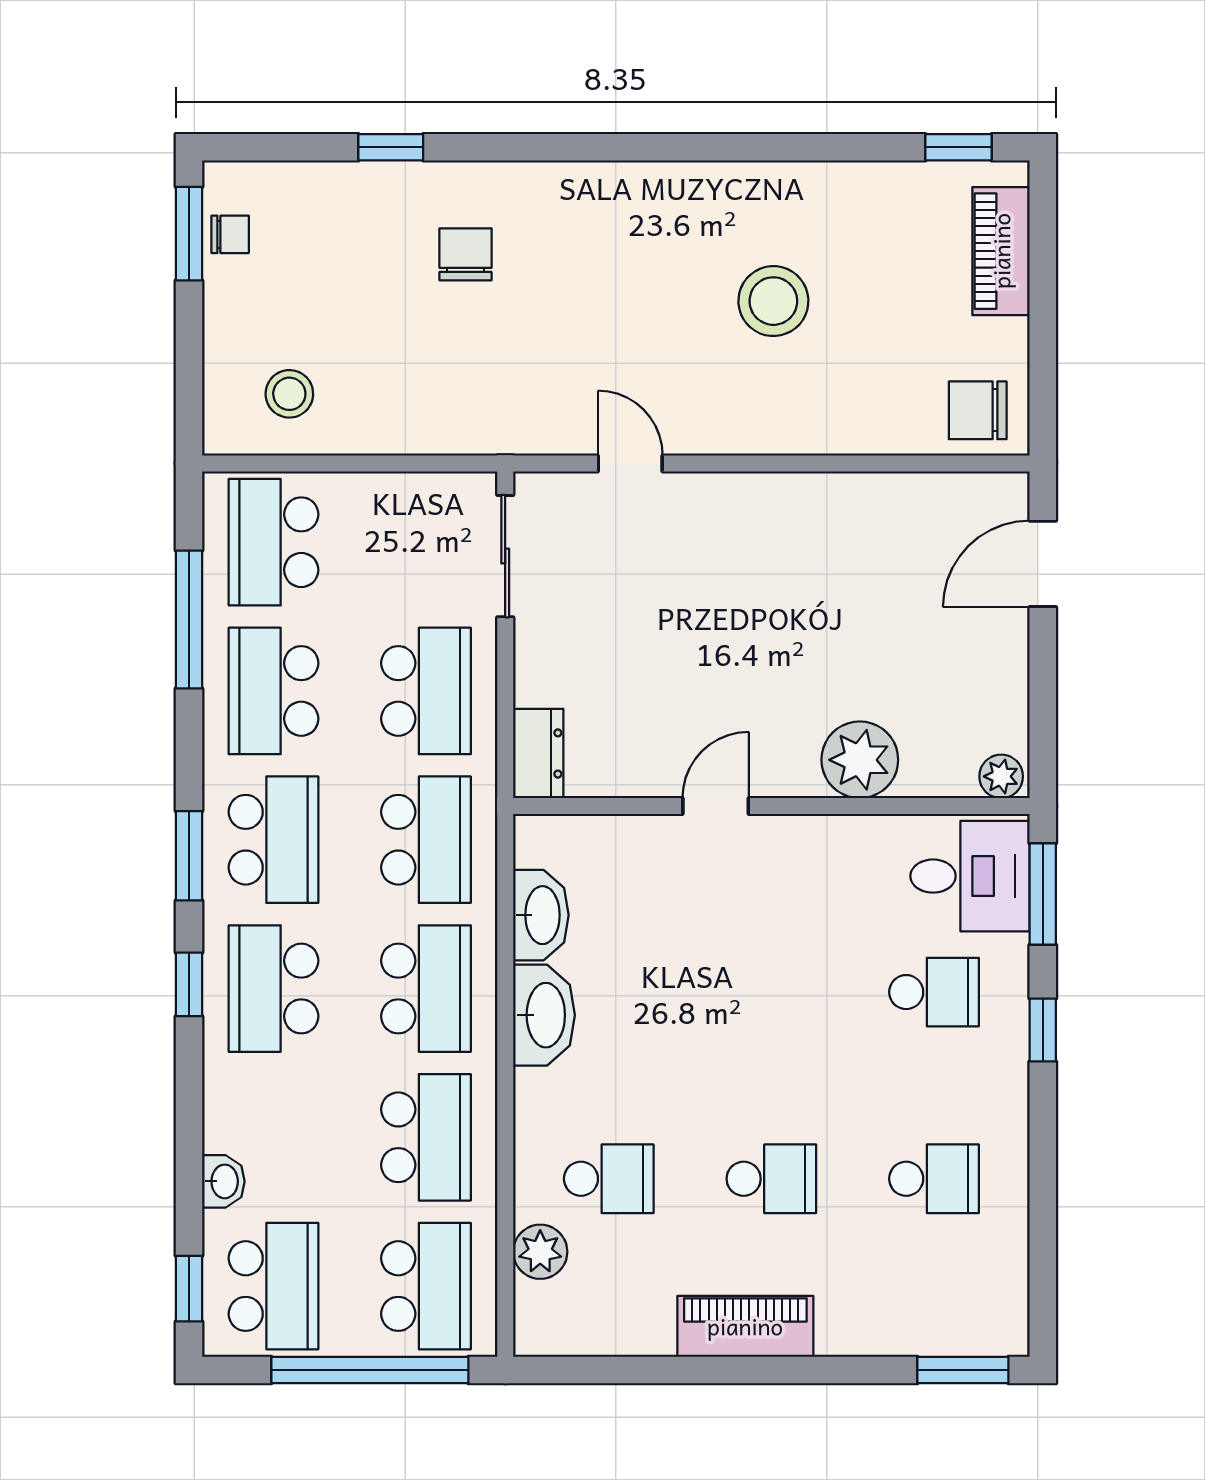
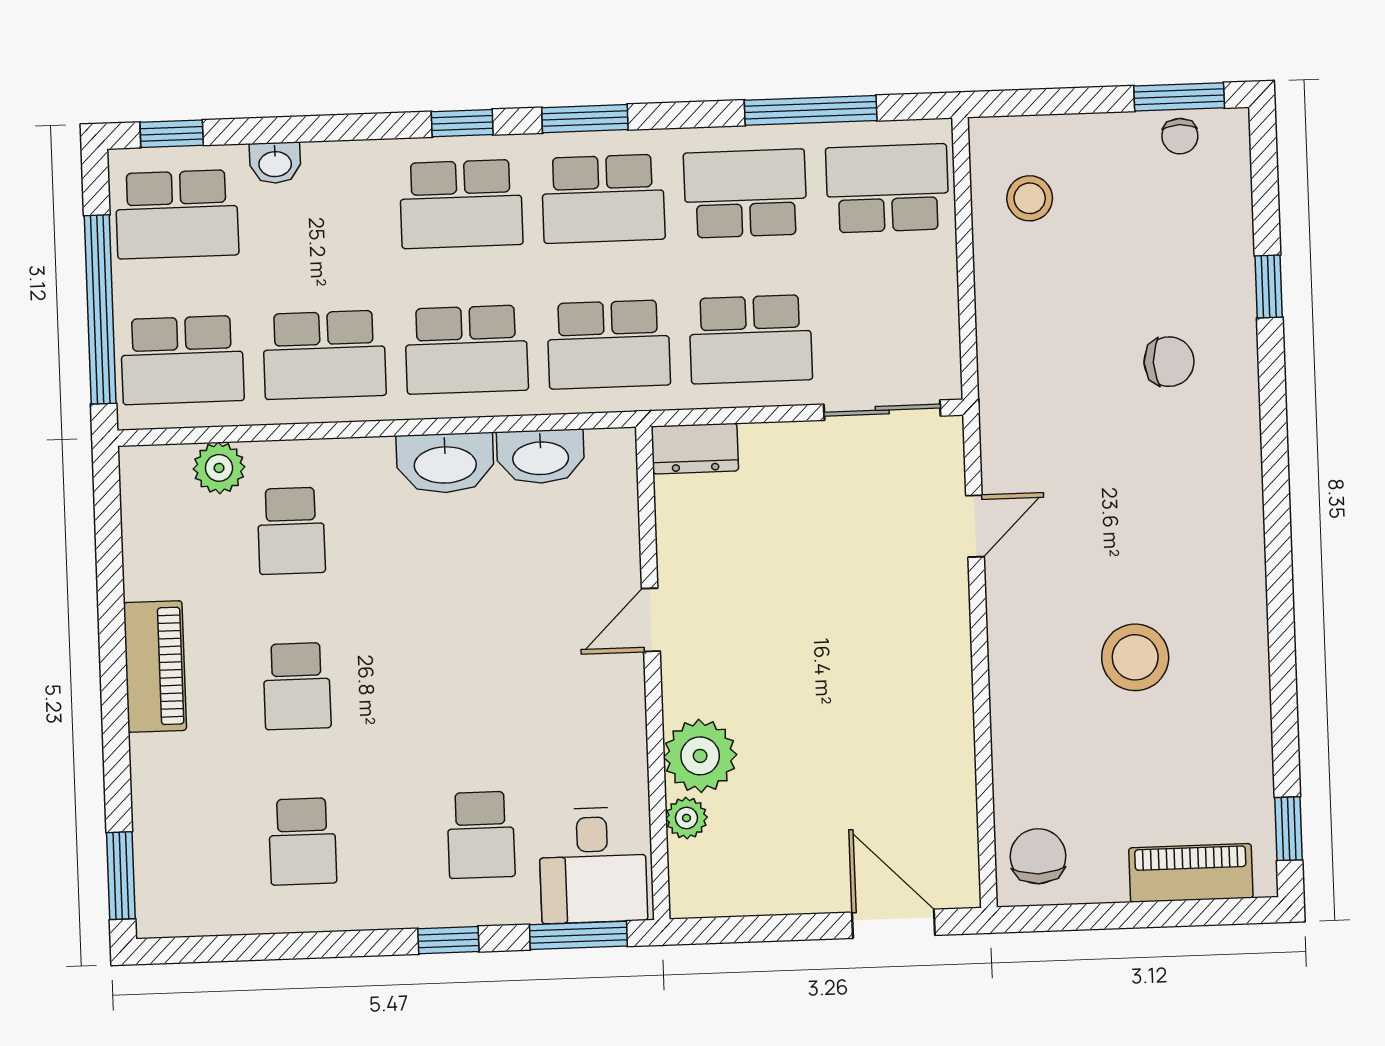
plant: (1001, 776) -> (686, 818), moved
door: (716, 806) -> (651, 620), swing flipped
school desk: (273, 989) -> (461, 204), turned 180

